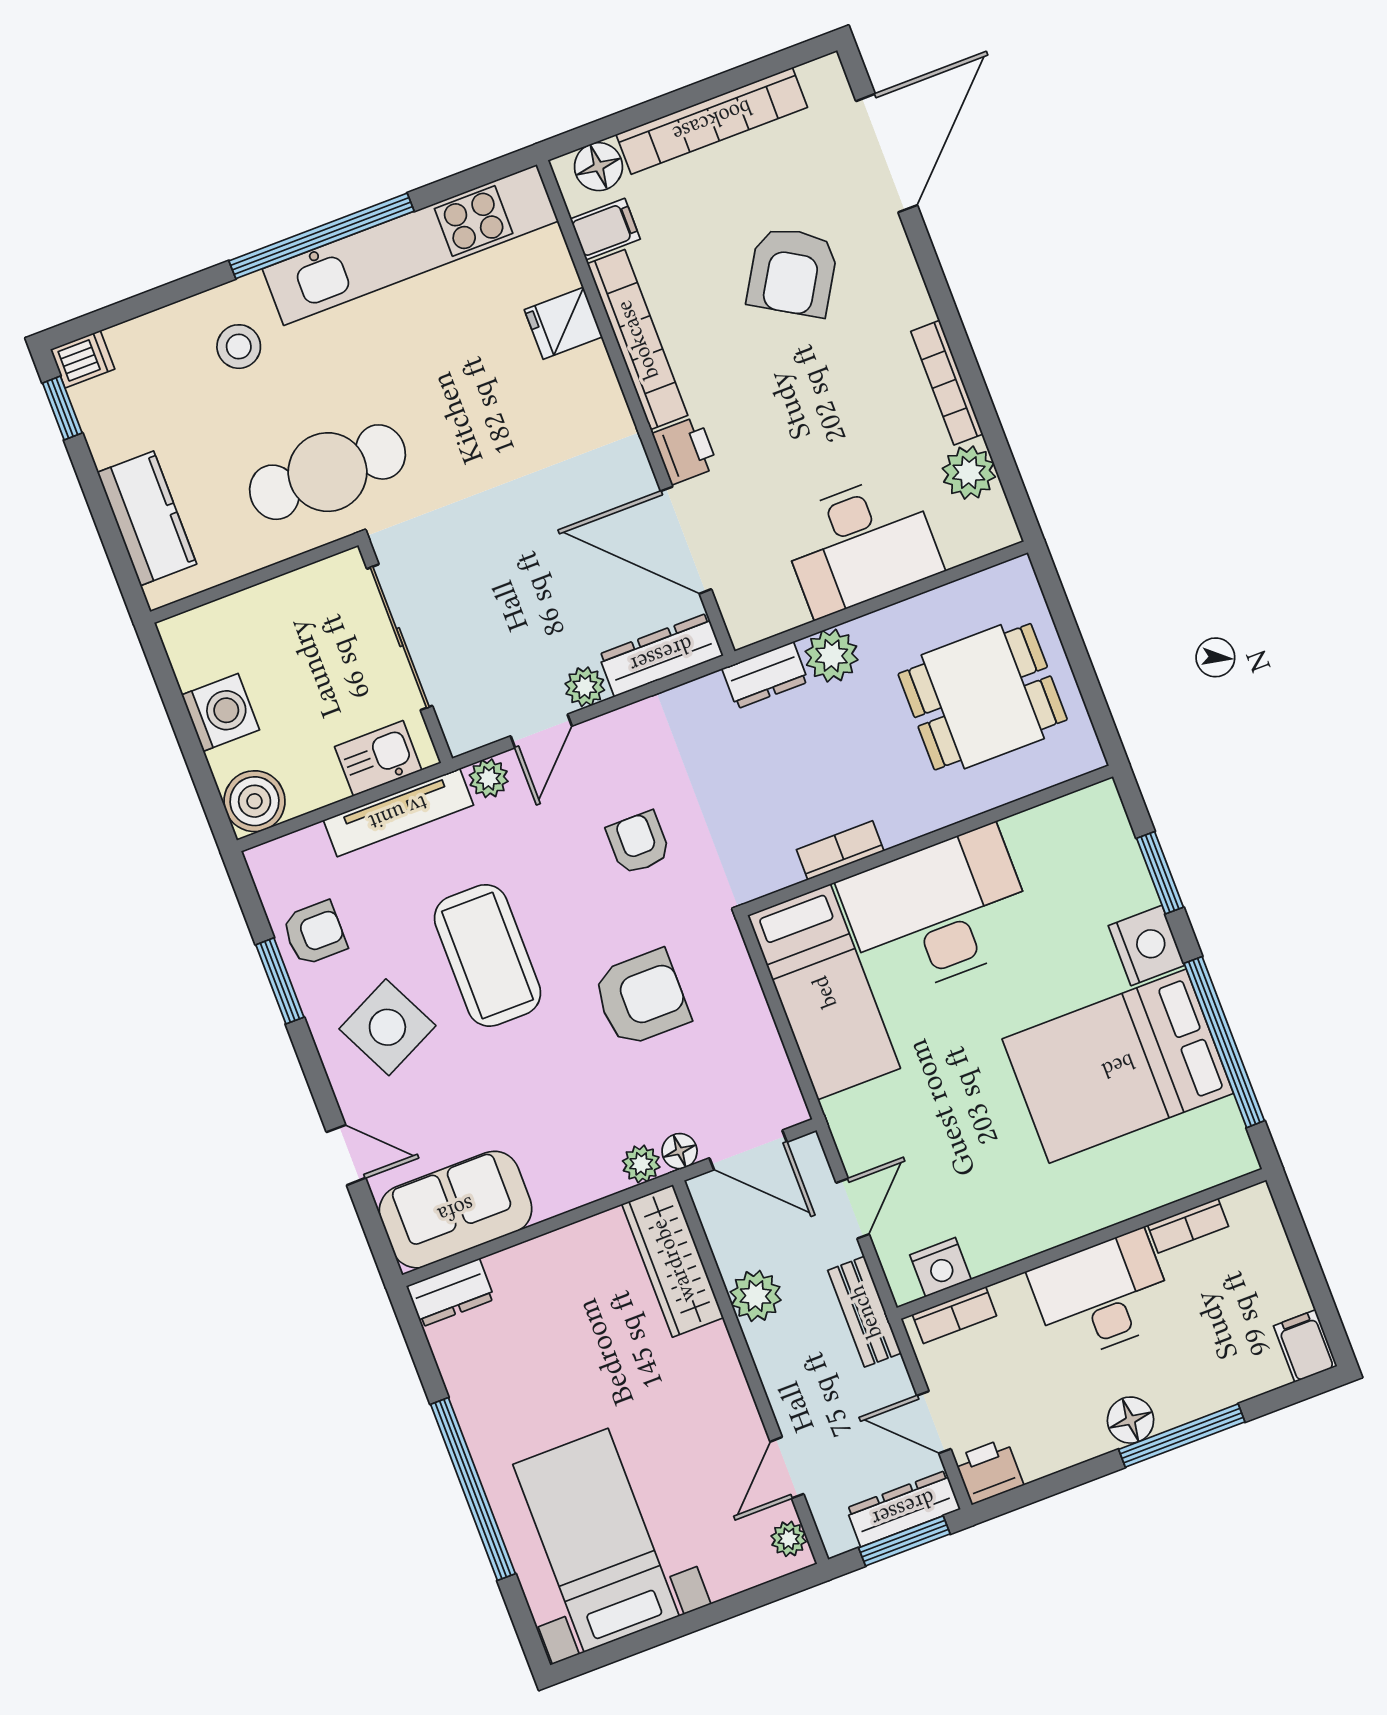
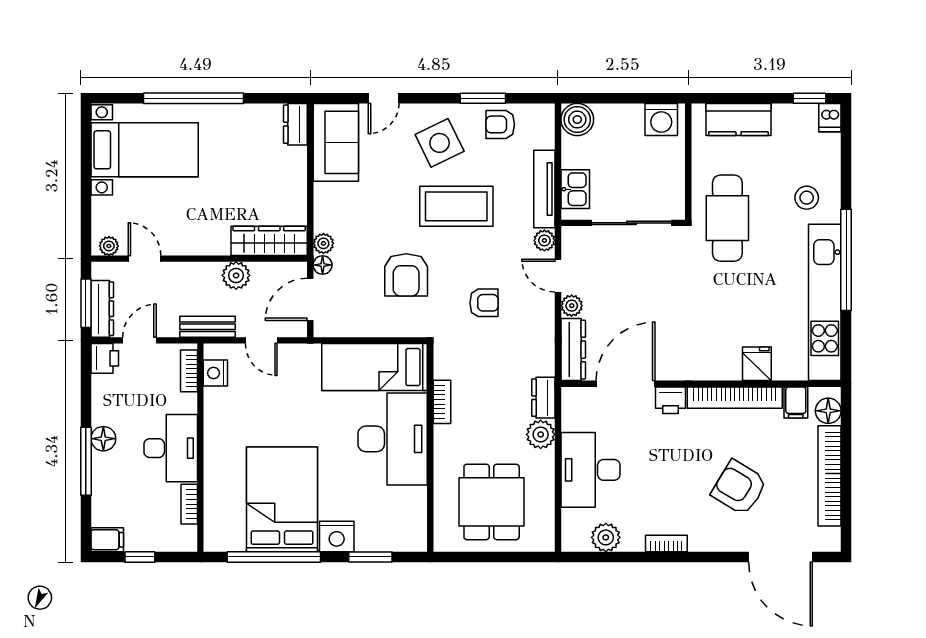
bookcase: (947, 383) -> (666, 544), width x0.64
washing machine: (221, 712) -> (661, 119), moved
armchair: (315, 933) -> (500, 124), turned 90
window: (1314, 1277) -> (140, 557), added

